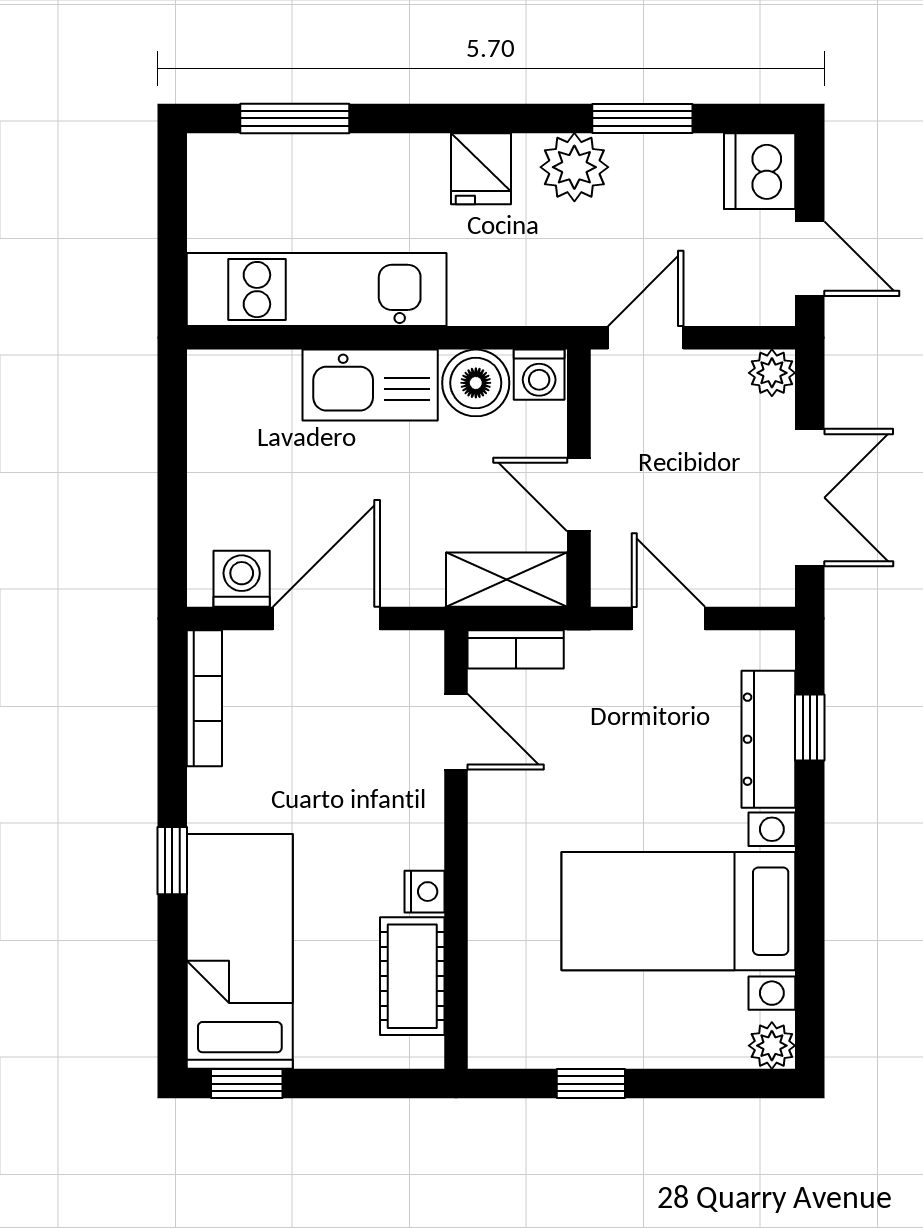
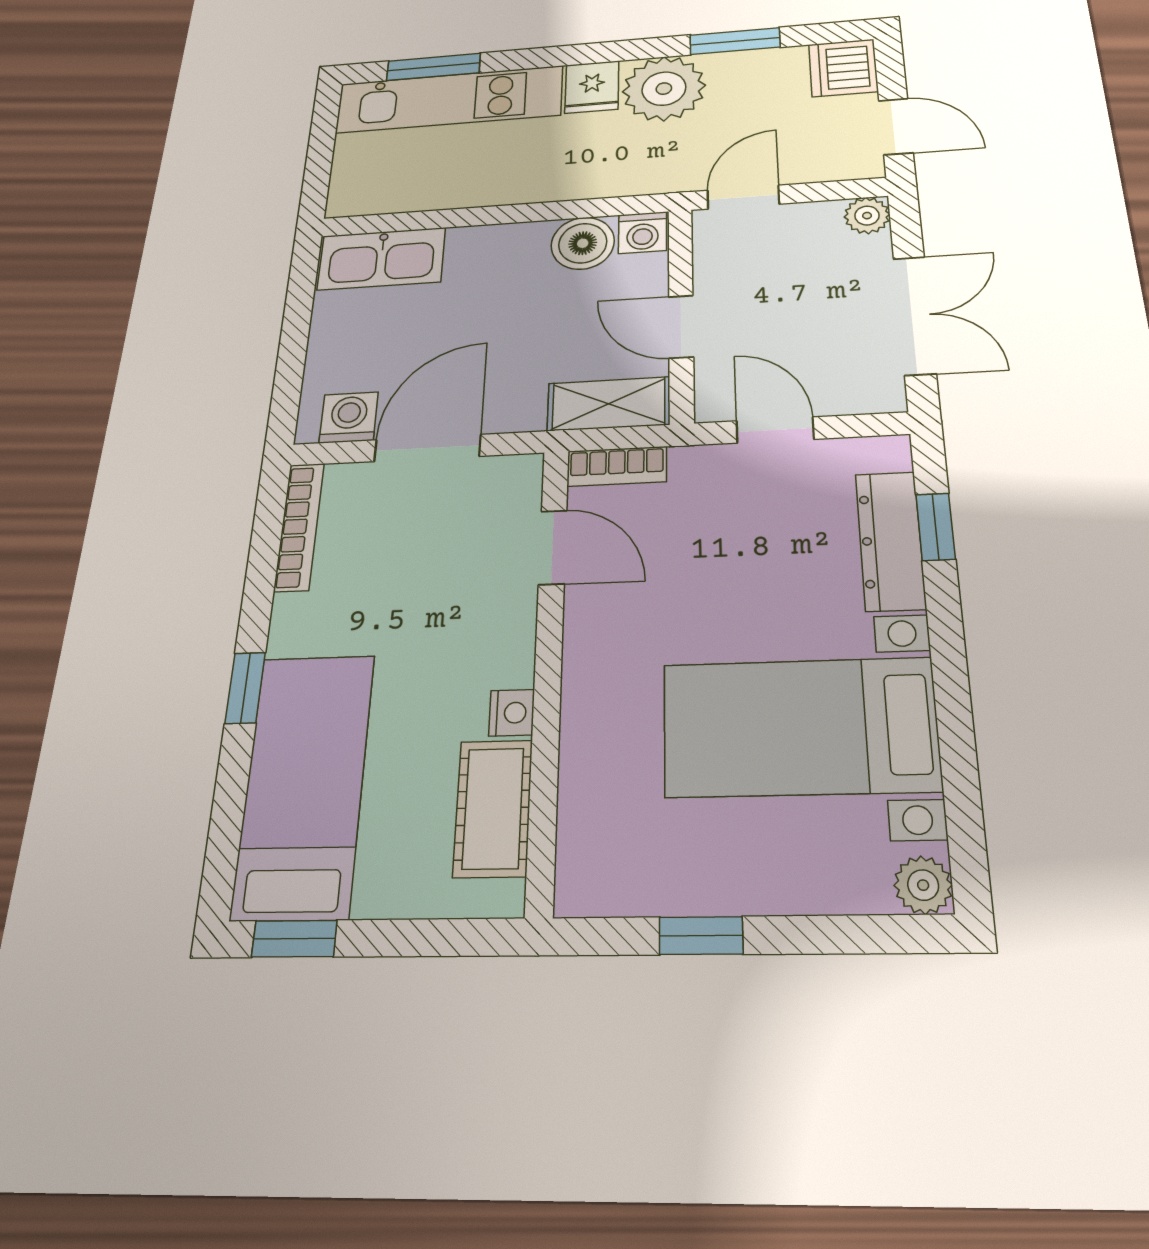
plant: (574, 167) -> (664, 89), width x1.36, depth x1.36
kitchen unit: (317, 290) -> (449, 99), moved, turned 180
kitchen sink: (370, 385) -> (381, 259), moved

